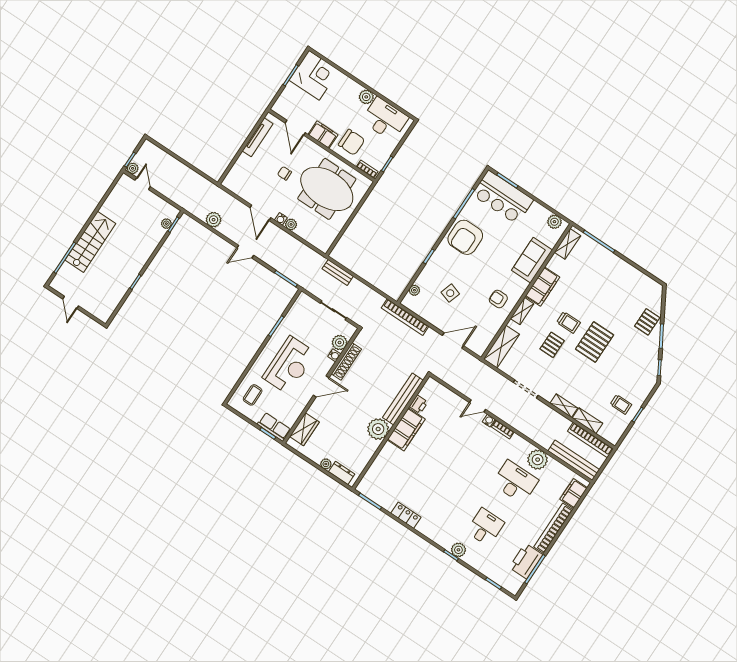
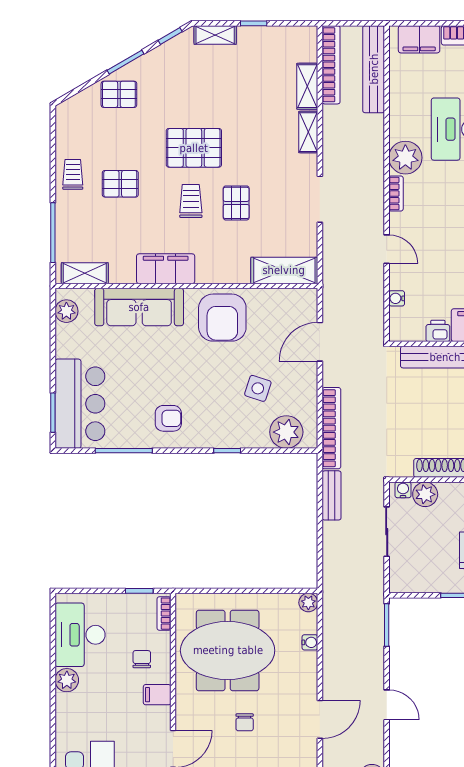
filing cabinet: (323, 135) -> (157, 695), width x0.50
chair: (352, 142) -> (142, 659), width x0.54, depth x0.54
meeting table: (327, 189) -> (228, 650), turned 90
water cooler: (281, 219) -> (310, 642), moved
plant: (291, 224) -> (308, 603), moved
armchair: (465, 237) -> (168, 418), width x0.53, depth x0.53
sofa: (532, 260) -> (139, 307), width x1.36
bench: (338, 273) -> (332, 495), moved
plant: (414, 290) -> (286, 432), width x1.88, depth x1.88
pallet: (601, 292) -> (120, 184), added
armchair: (498, 299) -> (222, 318), width x1.88, depth x1.88
shelving: (522, 311) -> (215, 35), moved
door: (453, 341) -> (320, 342), hinge flipped
pallet: (552, 345) -> (236, 203), turned 90
water cooler: (334, 355) -> (403, 490), moved
trolley: (621, 404) -> (73, 174), moved
water cooler: (489, 421) -> (397, 298), moved
plant: (538, 460) -> (405, 158), moved

